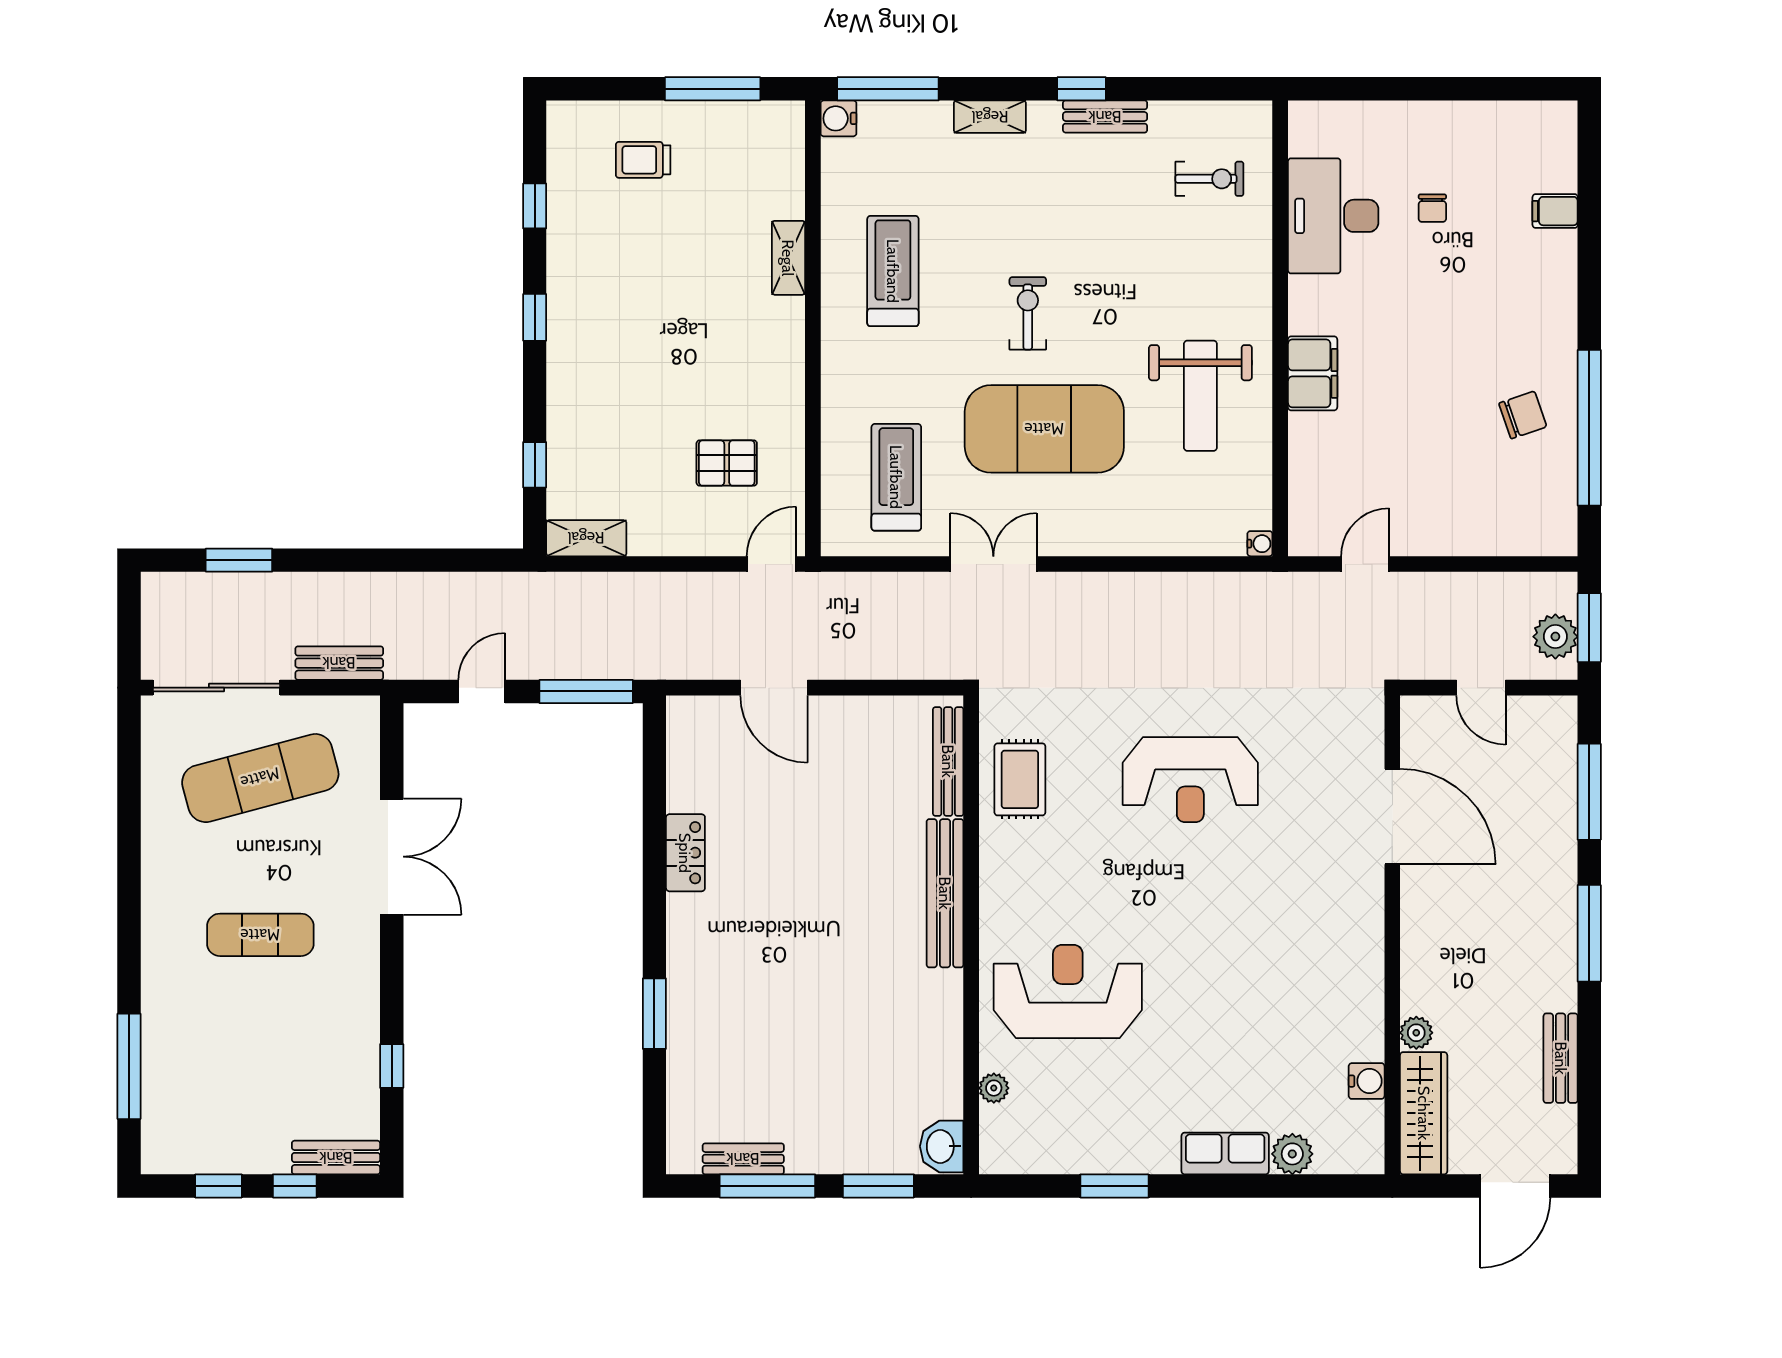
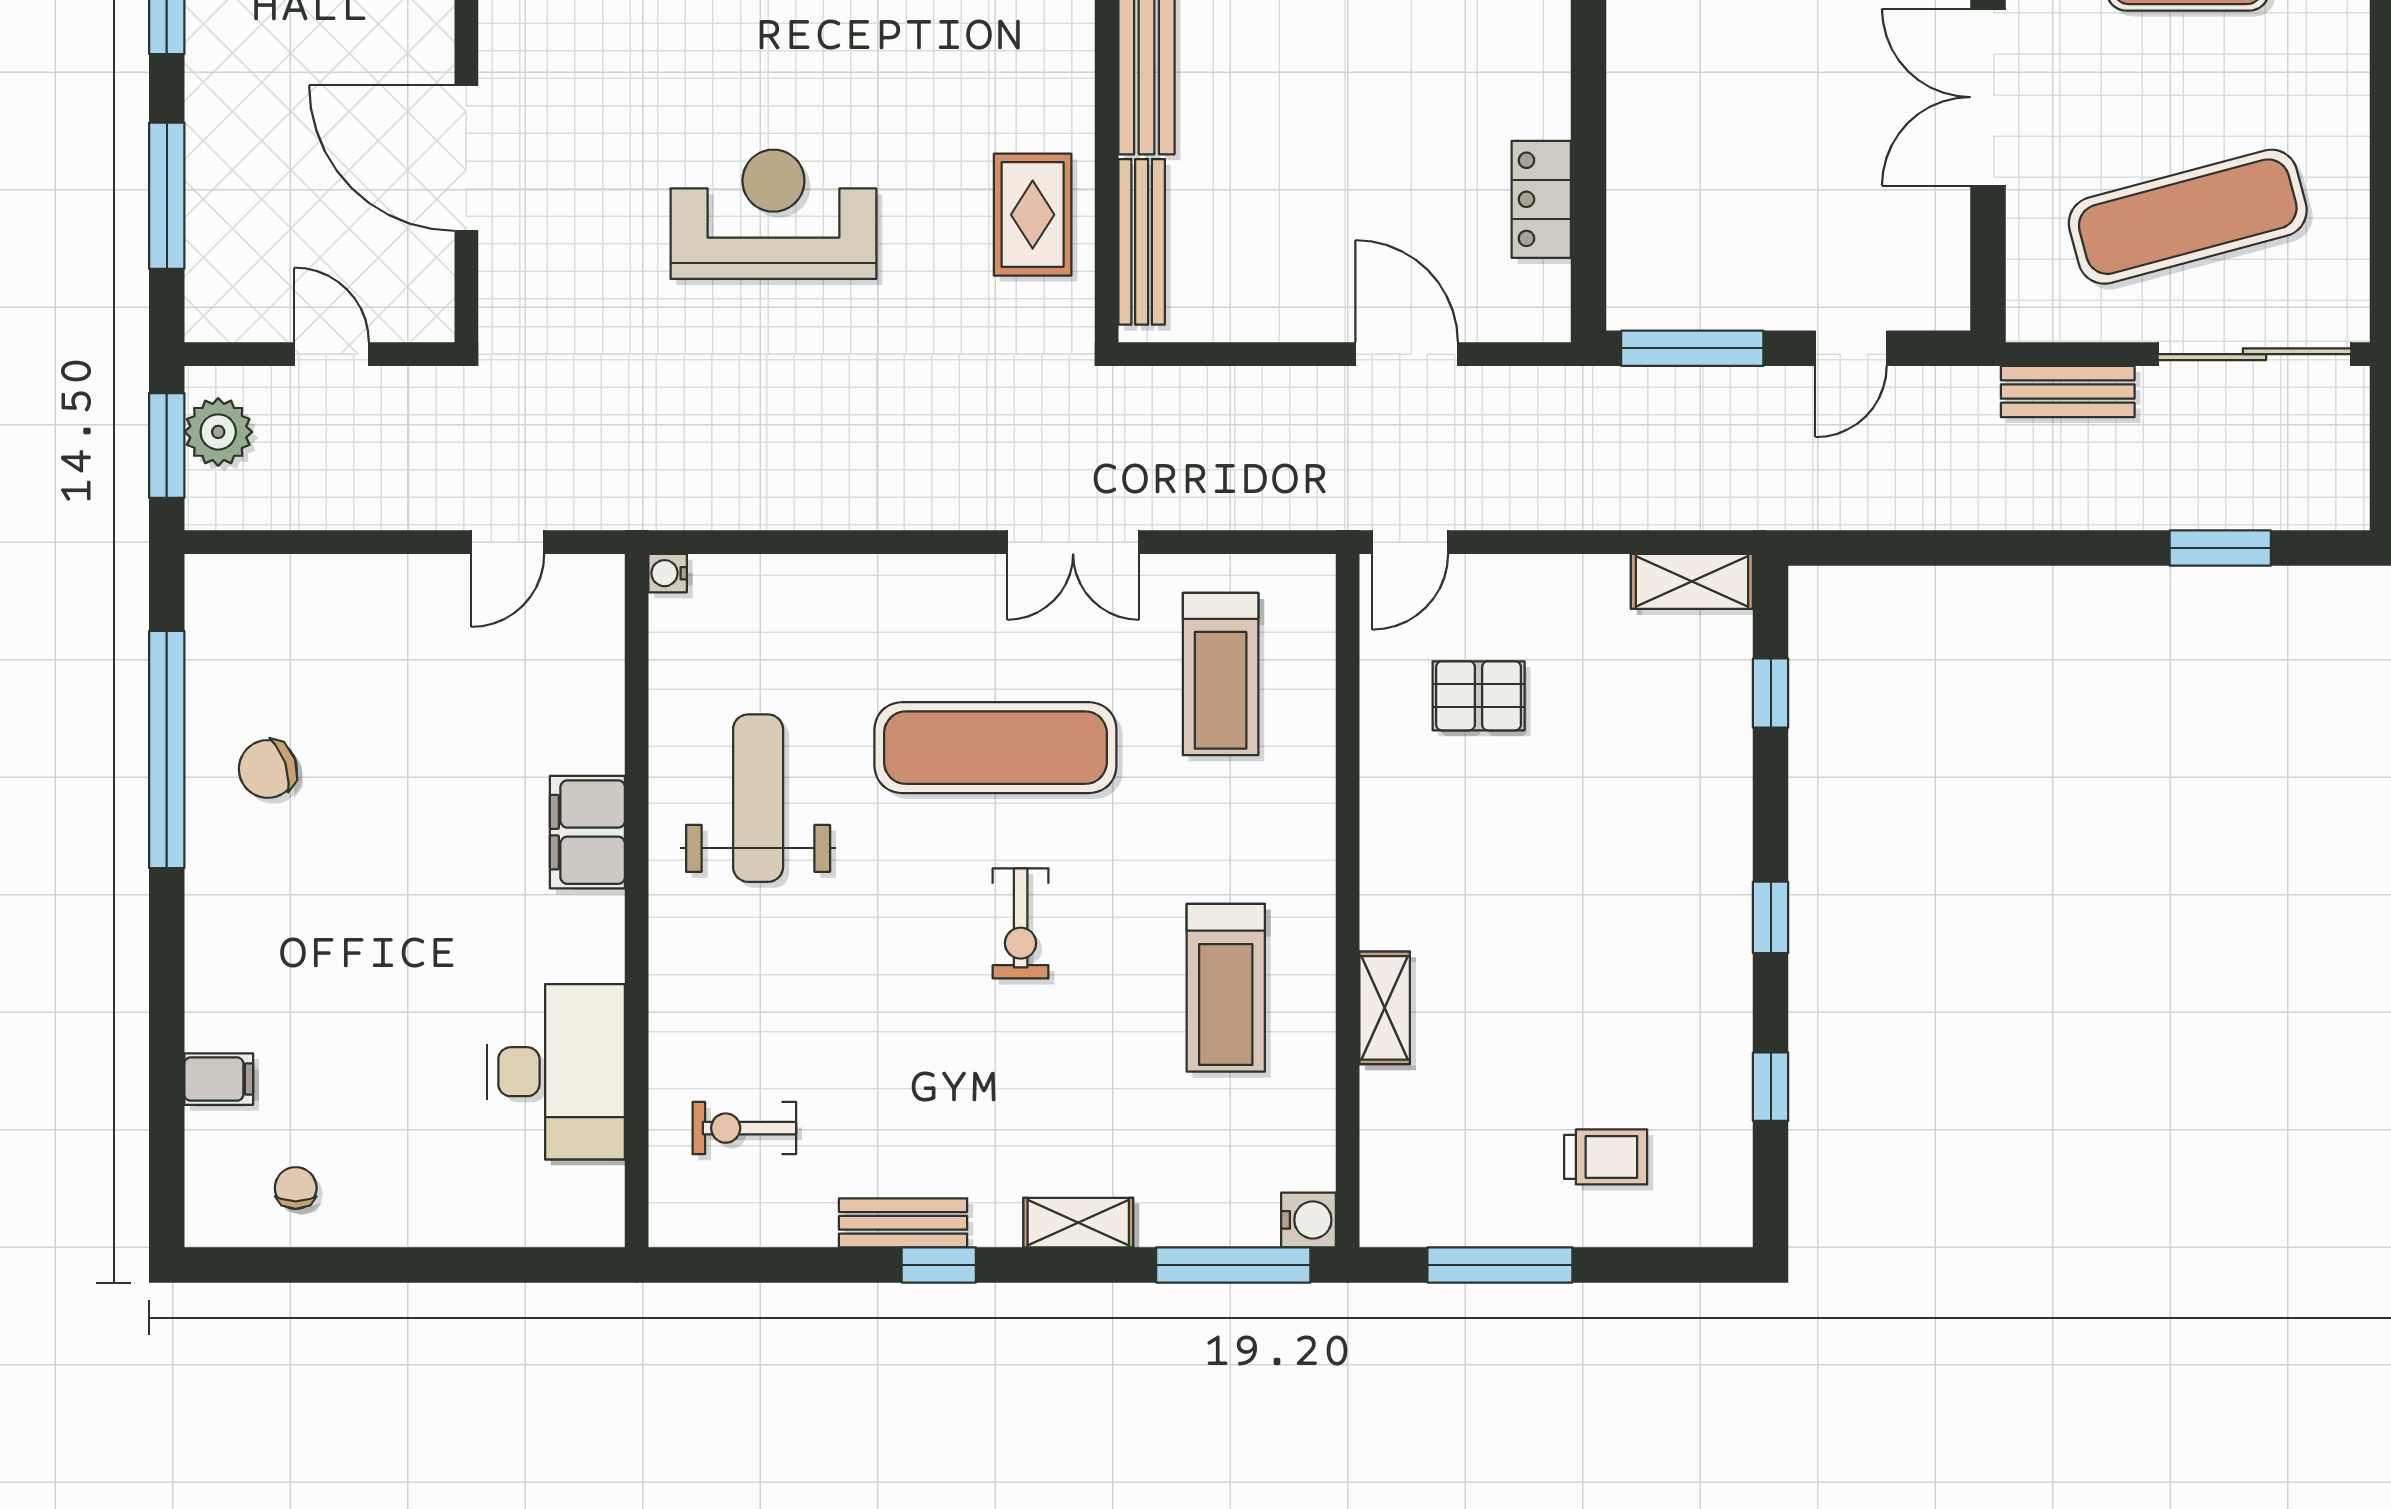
chair: (1432, 208) -> (296, 1188), moved
exercise mat: (1044, 429) -> (995, 748), width x0.68
locker: (685, 853) -> (1541, 199), moved

